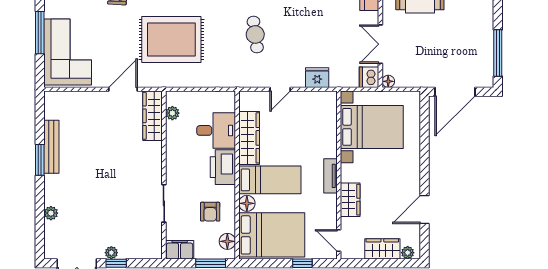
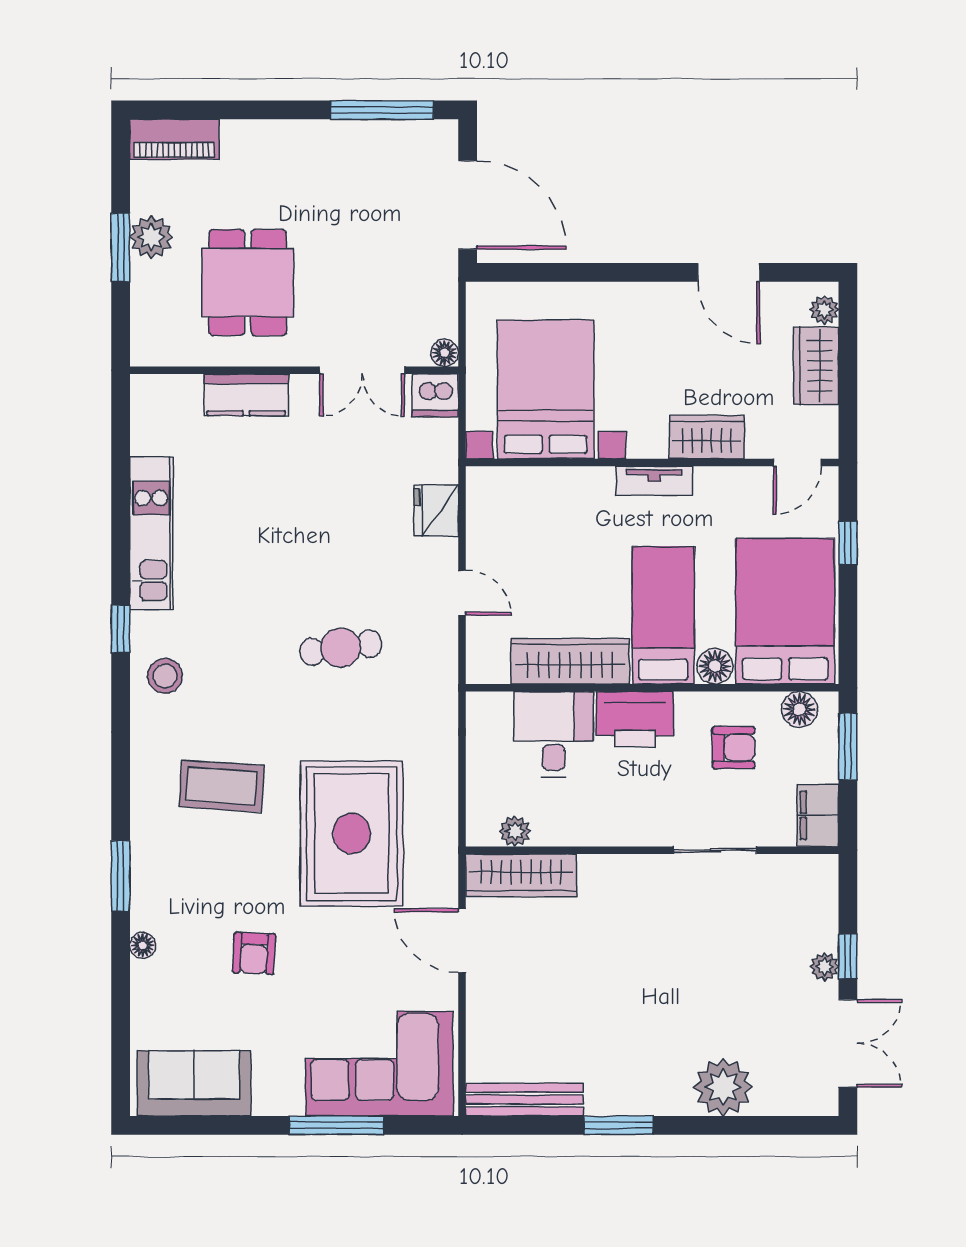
bench: (51, 147) -> (525, 1100), moved
plant: (51, 213) -> (723, 1087), width x1.88, depth x1.88

